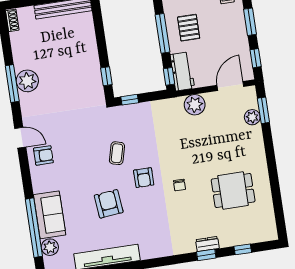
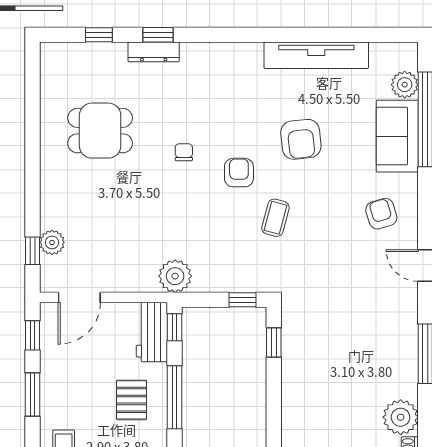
plant: (27, 81) -> (401, 417), moved
plant: (195, 105) -> (175, 276), moved
window: (263, 110) -> (32, 251), width x0.67
armchair: (43, 155) -> (381, 214), moved, turned 73
dresser: (207, 244) -> (154, 52), width x1.44

